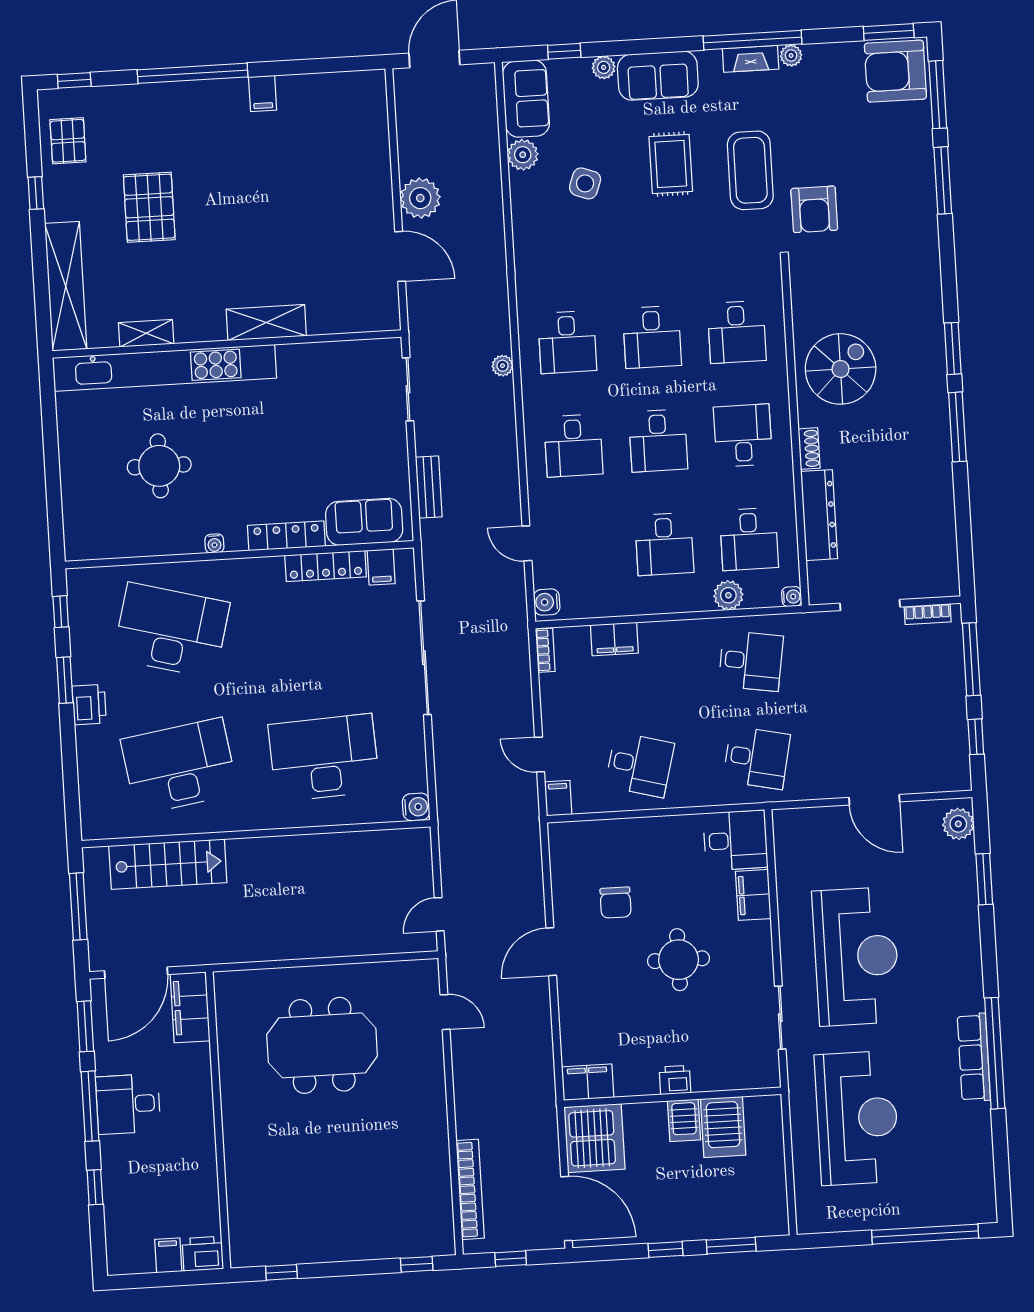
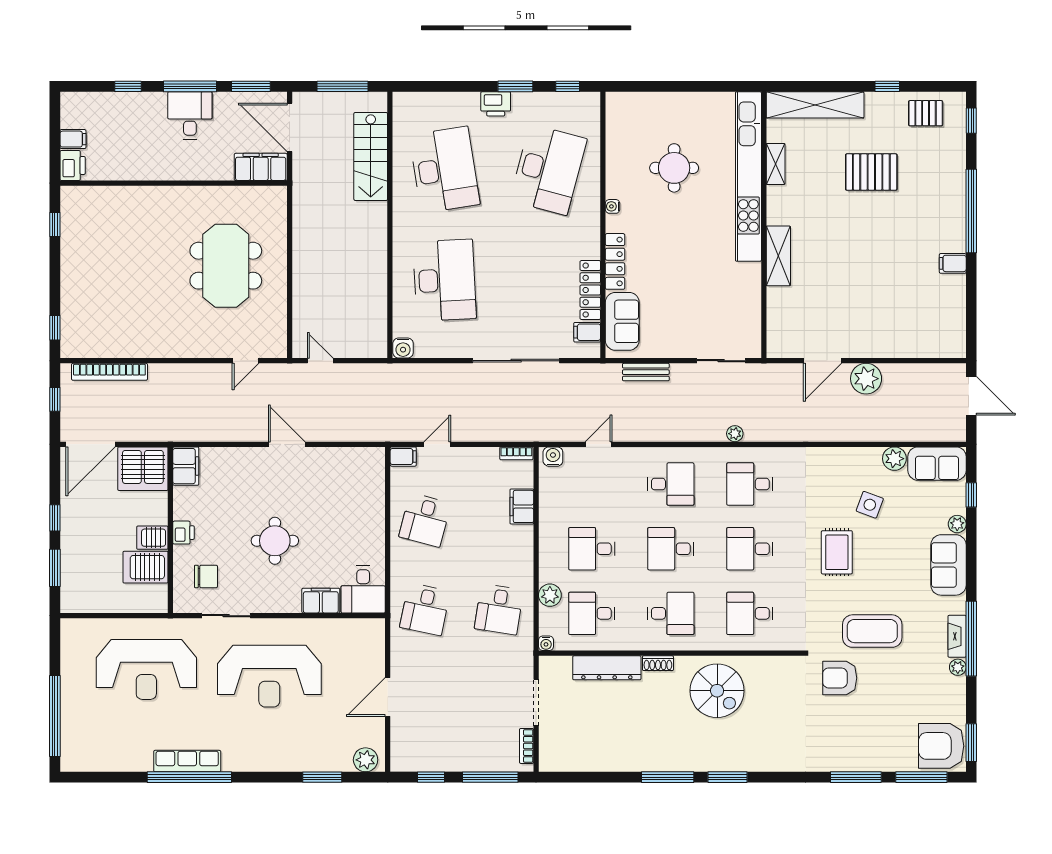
armchair: (895, 71) -> (941, 746), turned -90
rug: (671, 164) -> (837, 552), moved, turned 90
desk: (573, 446) -> (671, 484), turned 180
chair: (616, 903) -> (206, 576), moved, turned 180

